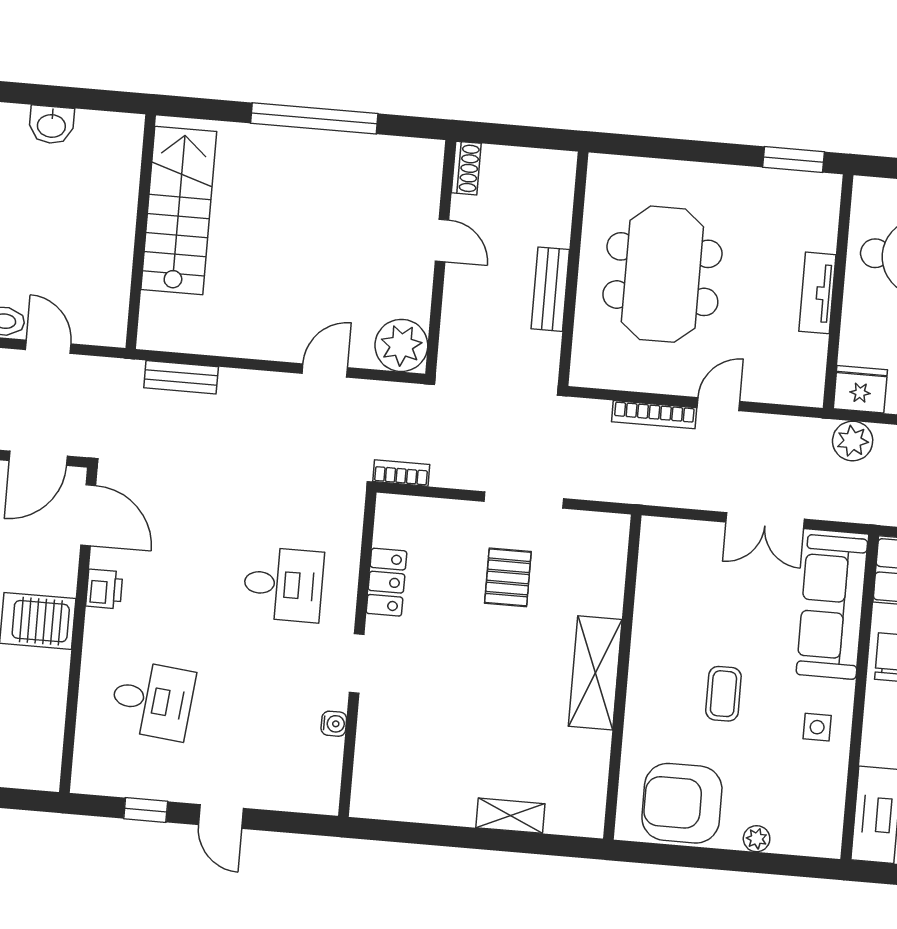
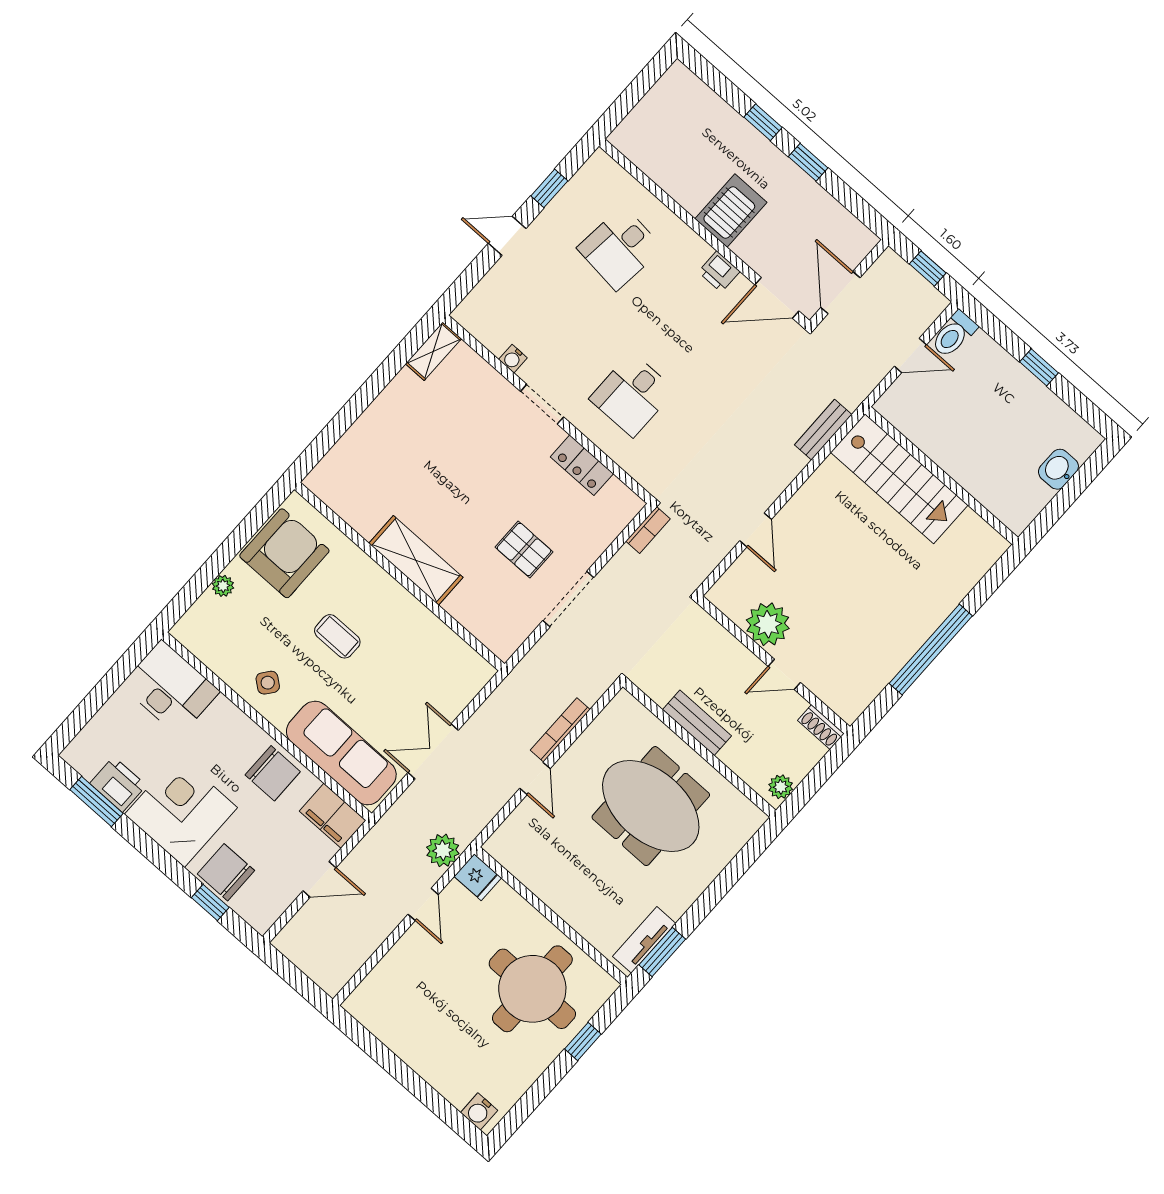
plant: (552, 164) -> (781, 787), added
stairs: (179, 211) -> (899, 479), moved
tv unit: (817, 293) -> (644, 940), moved, turned -90
plant: (401, 345) -> (768, 624), moved
fridge: (860, 389) -> (478, 877), width x0.72
side table: (817, 727) -> (268, 683), turned 38
shelving: (510, 816) -> (433, 351), moved

